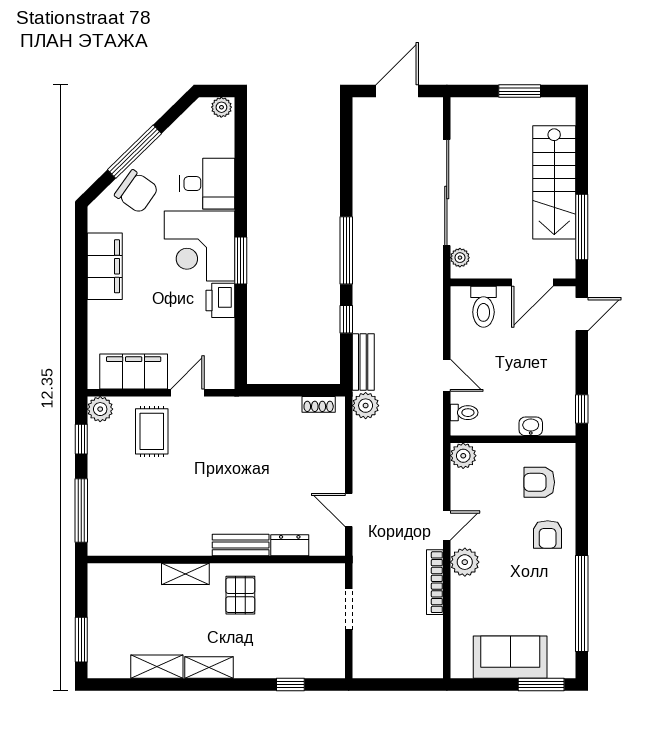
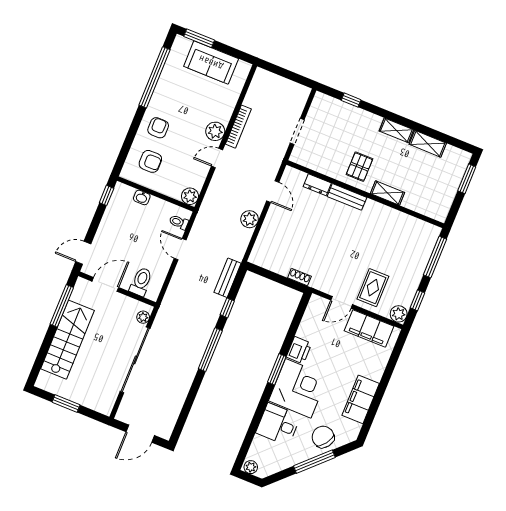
shoe rack: (319, 404) -> (299, 277), moved
plant: (366, 406) -> (250, 219), moved

